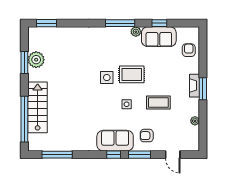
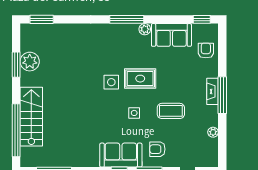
window: (159, 23) -> (202, 19), moved
window: (203, 89) -> (222, 95), width x1.44

